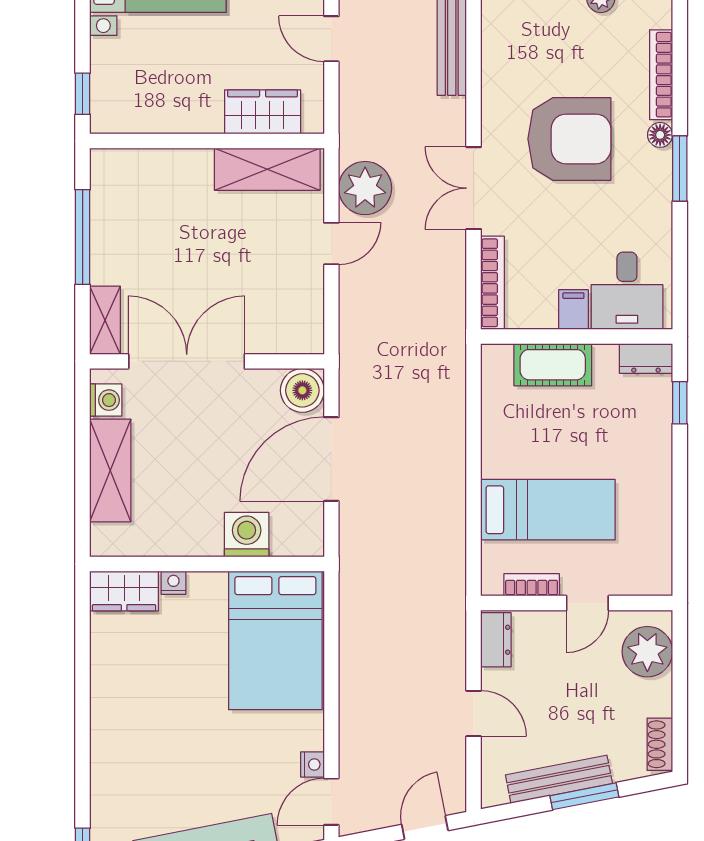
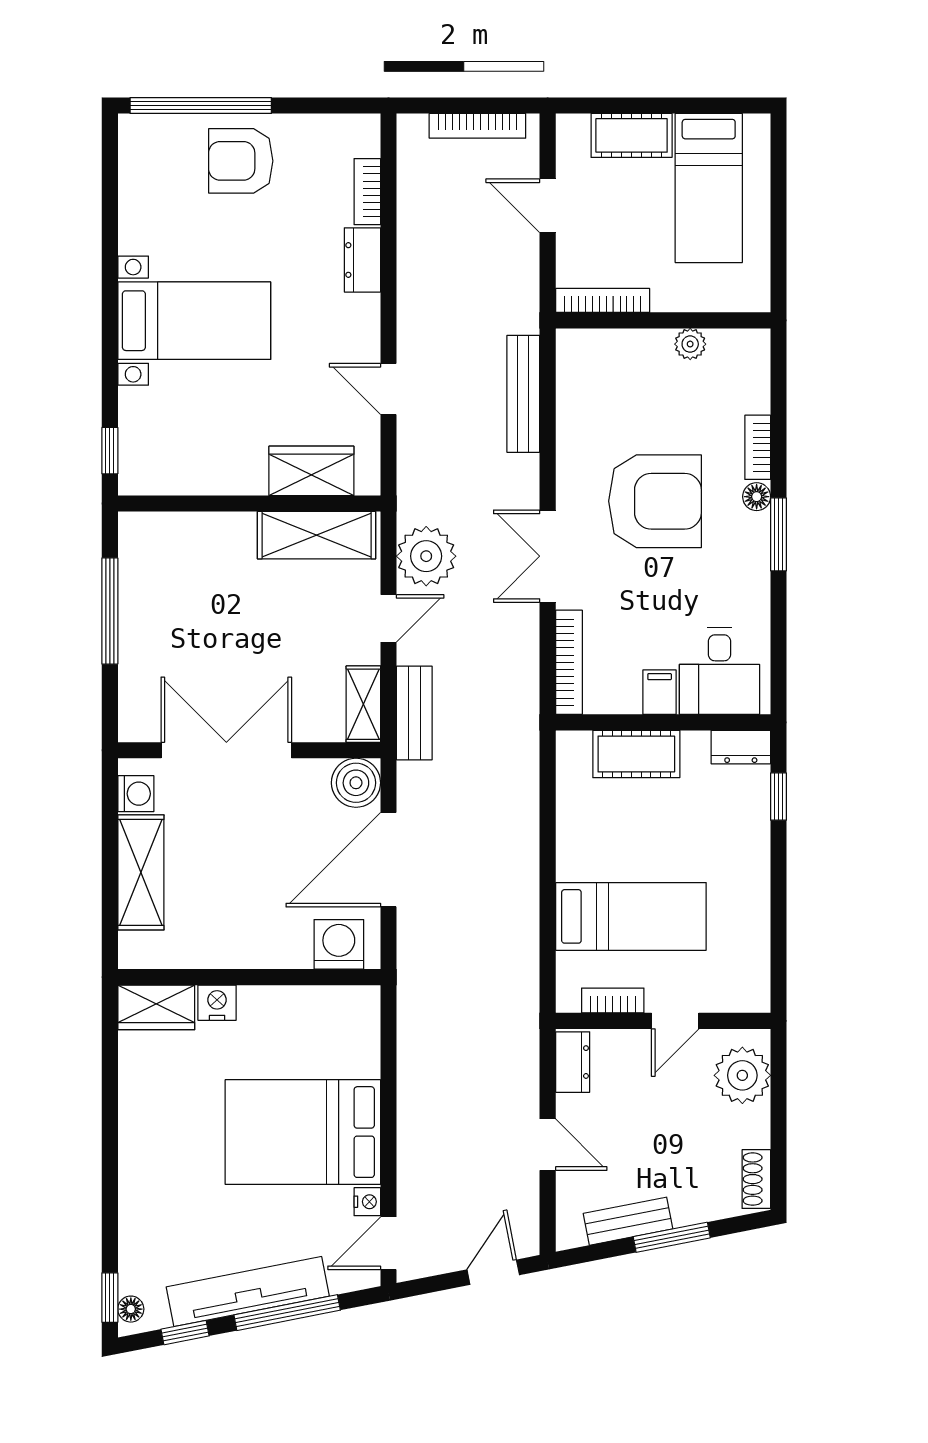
bookcase: (661, 75) -> (758, 447), width x0.64
shelving: (105, 320) -> (363, 704), moved
bench: (354, 328) -> (414, 713), added
washing machine: (247, 535) -> (339, 944), moved
nightstand: (173, 583) -> (217, 1003), width x1.39, depth x1.35
bed: (275, 640) -> (303, 1132), moved, turned 90
bench: (559, 779) -> (628, 1221), width x0.73

